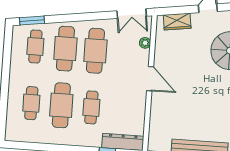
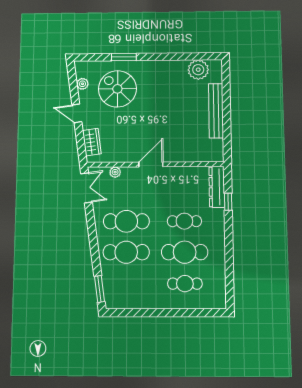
cafe table: (35, 46) -> (126, 284), removed

